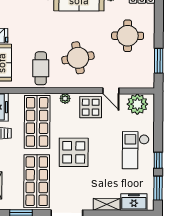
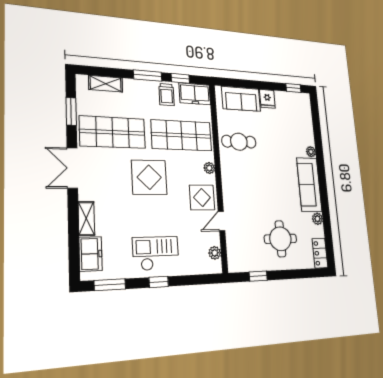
round table: (78, 58) -> (253, 183), removed
window: (159, 61) -> (258, 276), width x0.67
plant: (137, 104) -> (215, 253), width x0.53, depth x0.53
window: (158, 160) -> (159, 282), moved

